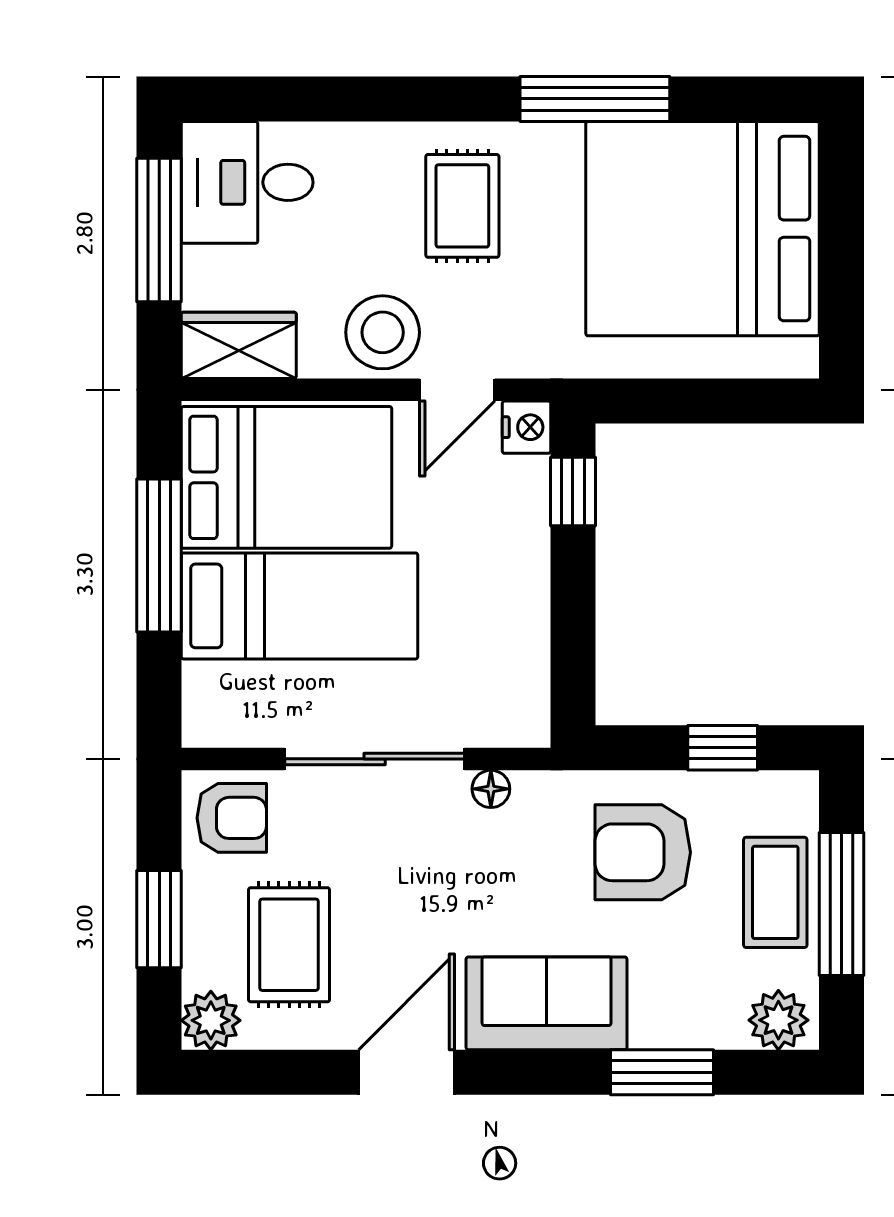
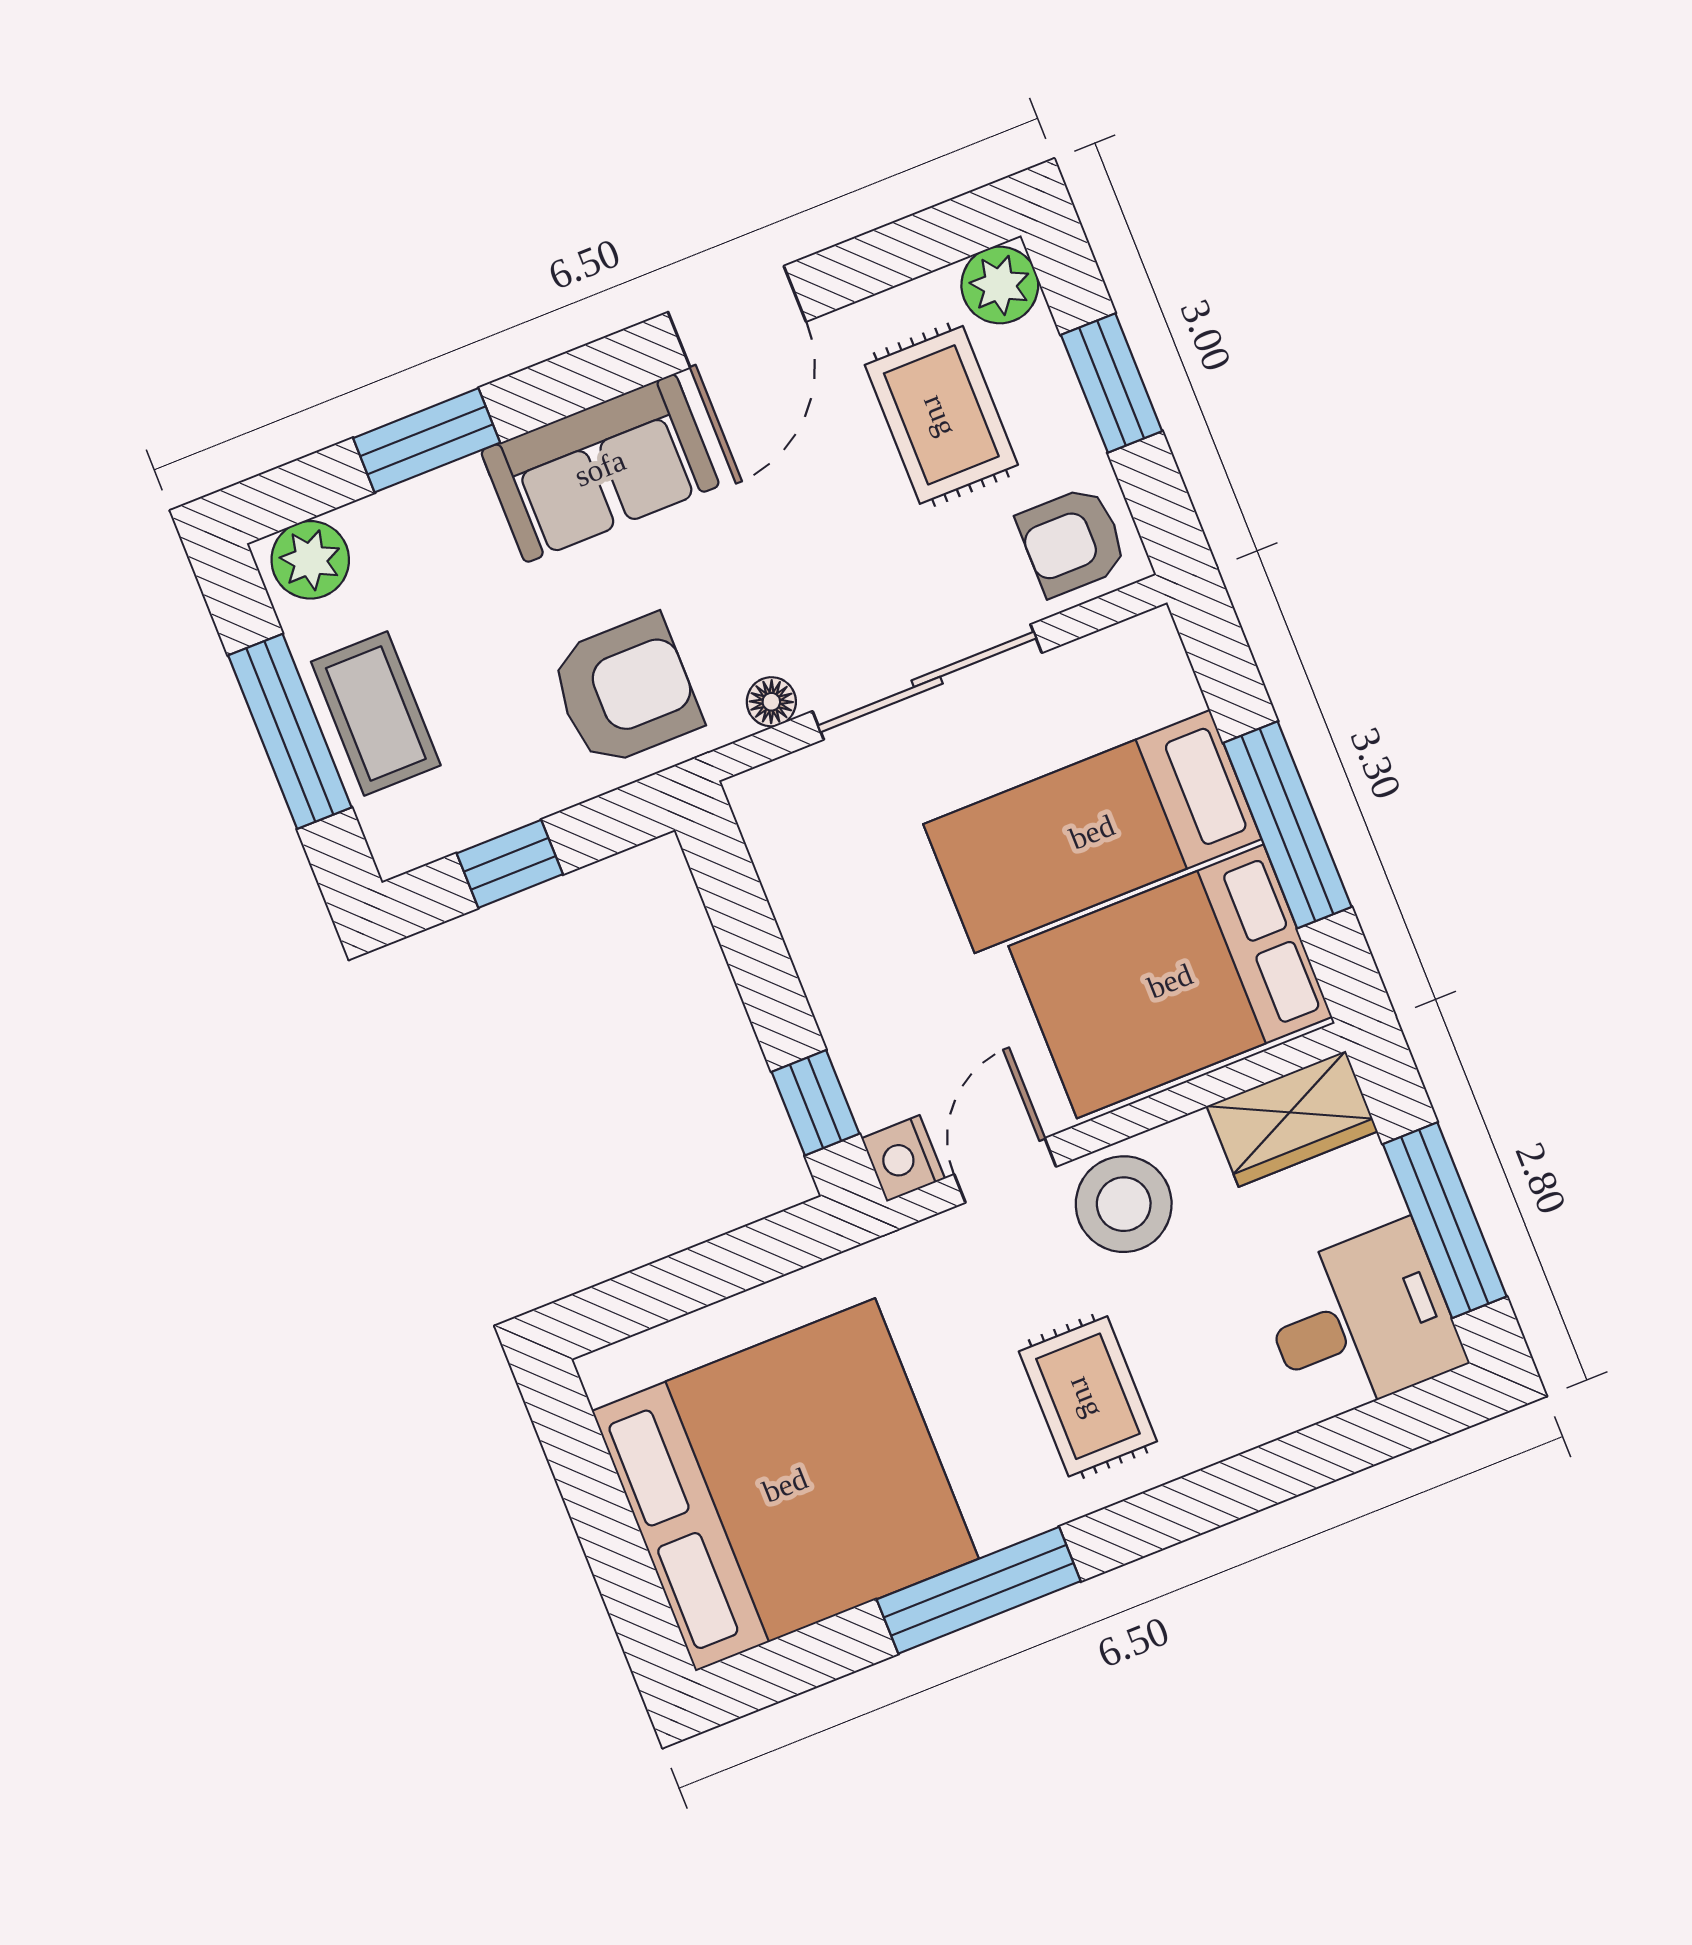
armchair: (643, 852) -> (625, 691), moved

